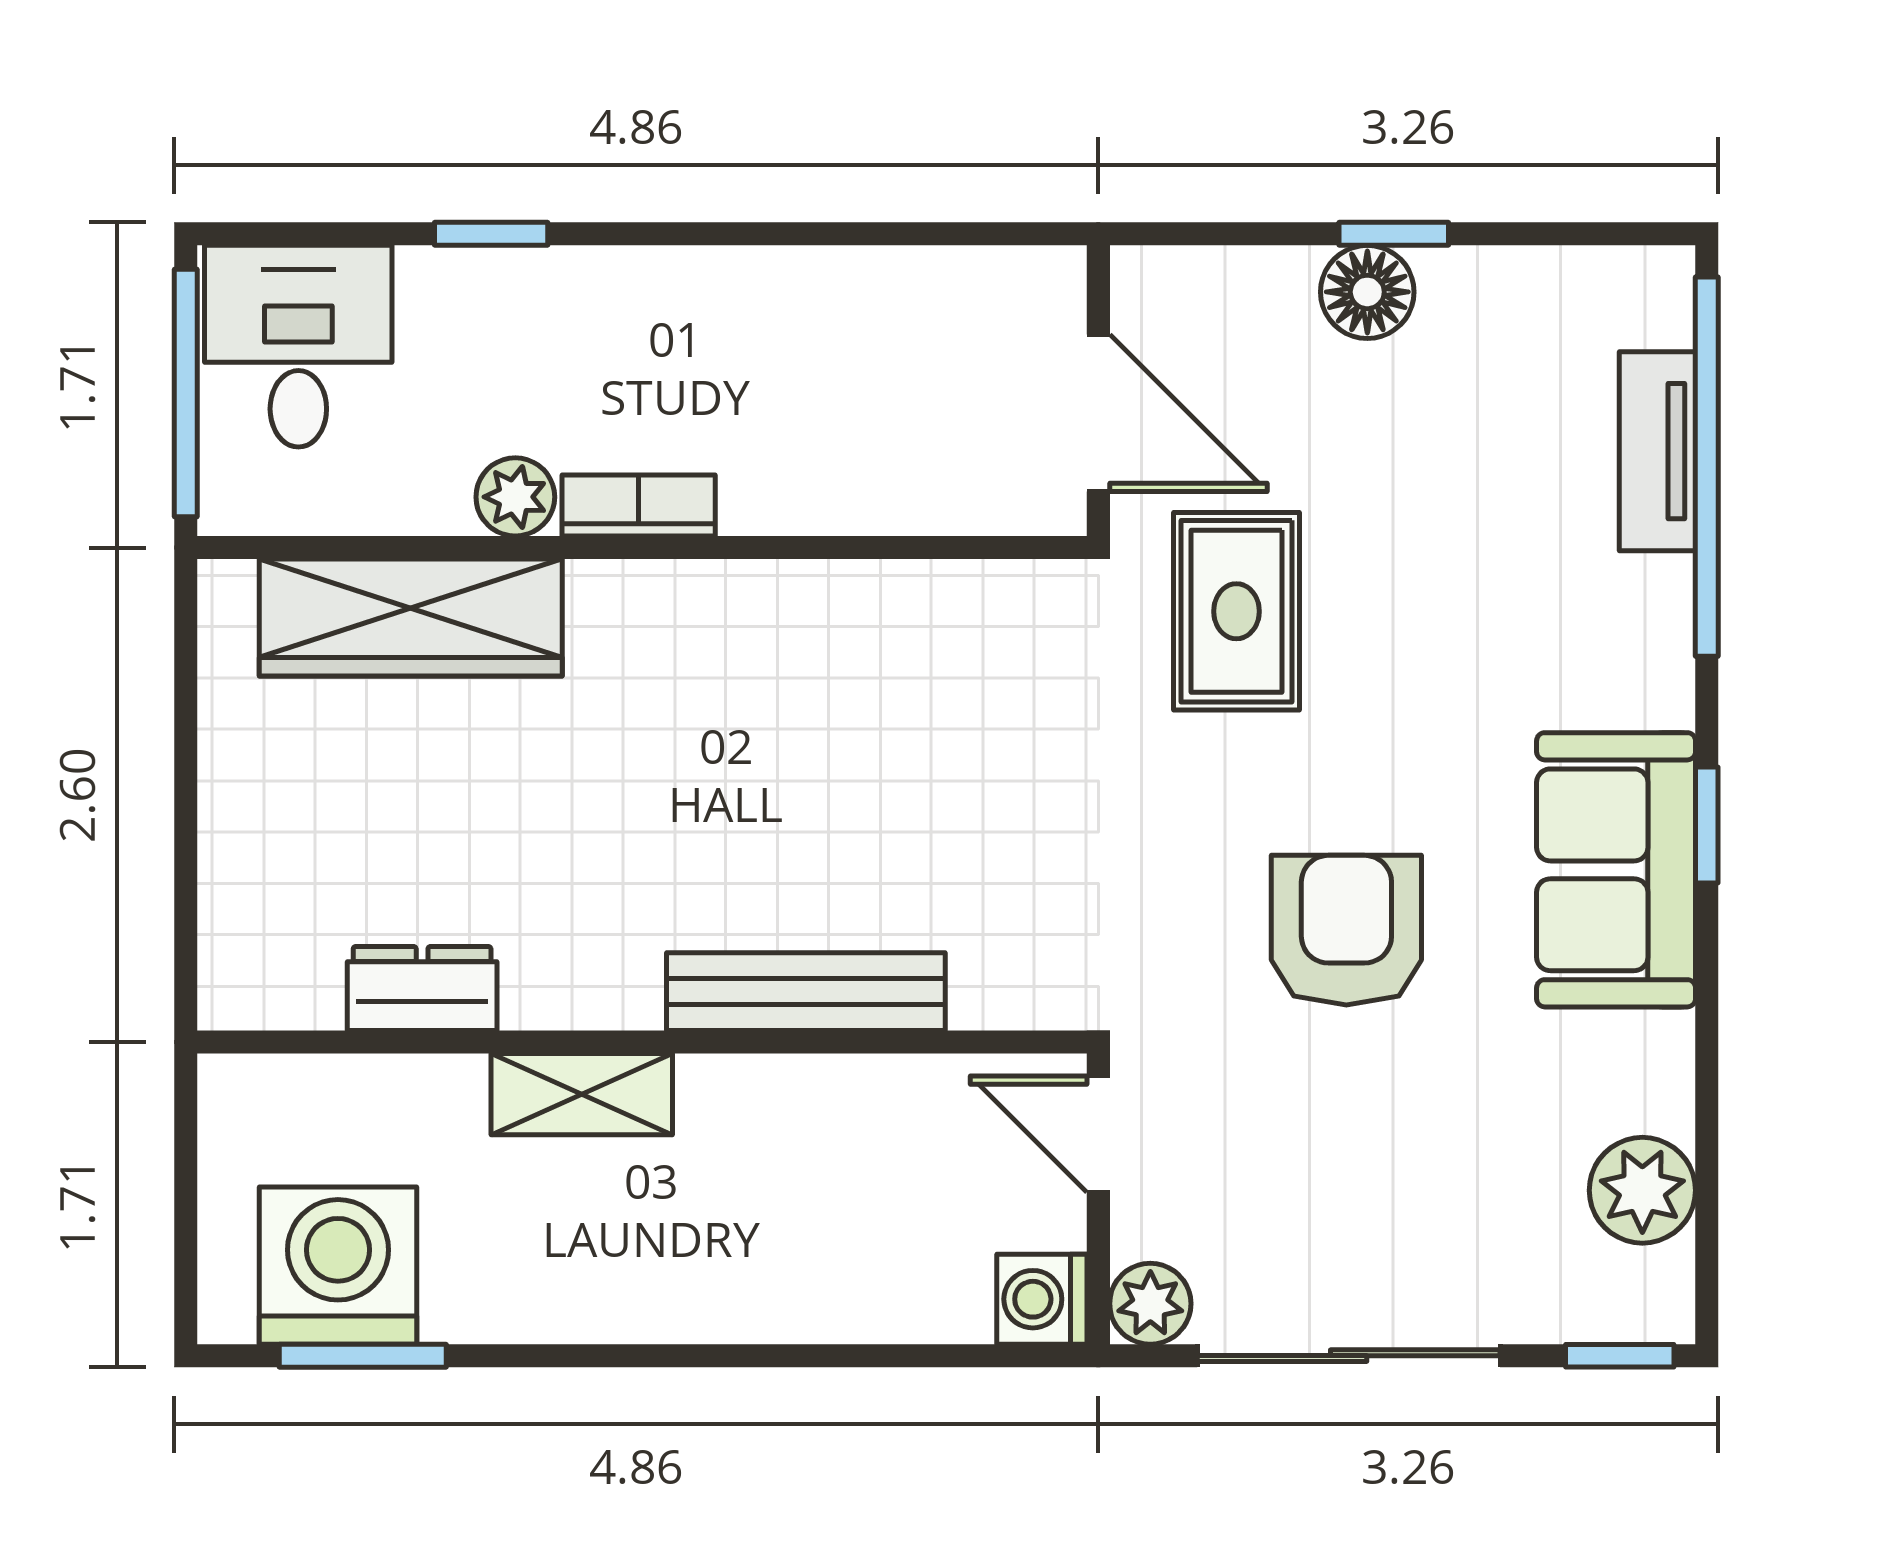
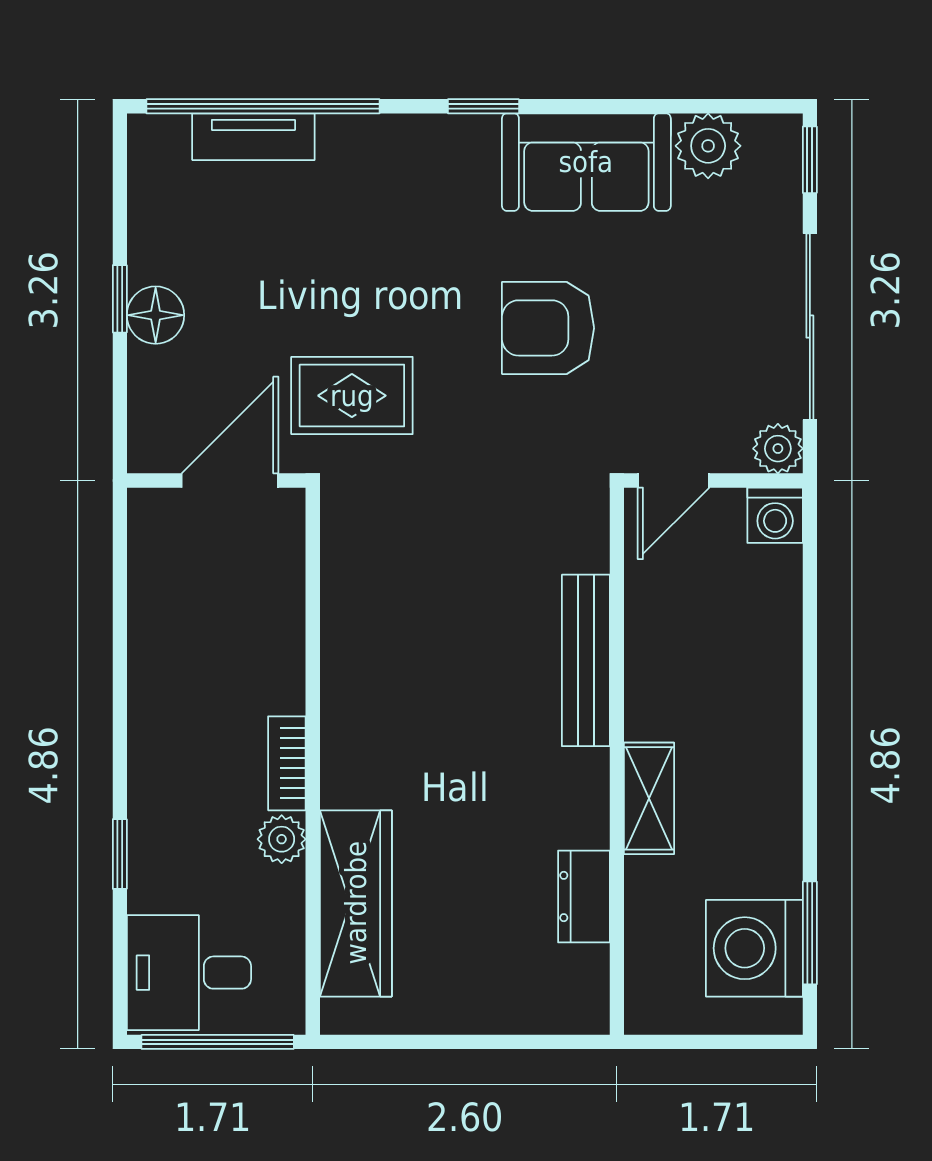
sofa: (1616, 870) -> (586, 162), moved

